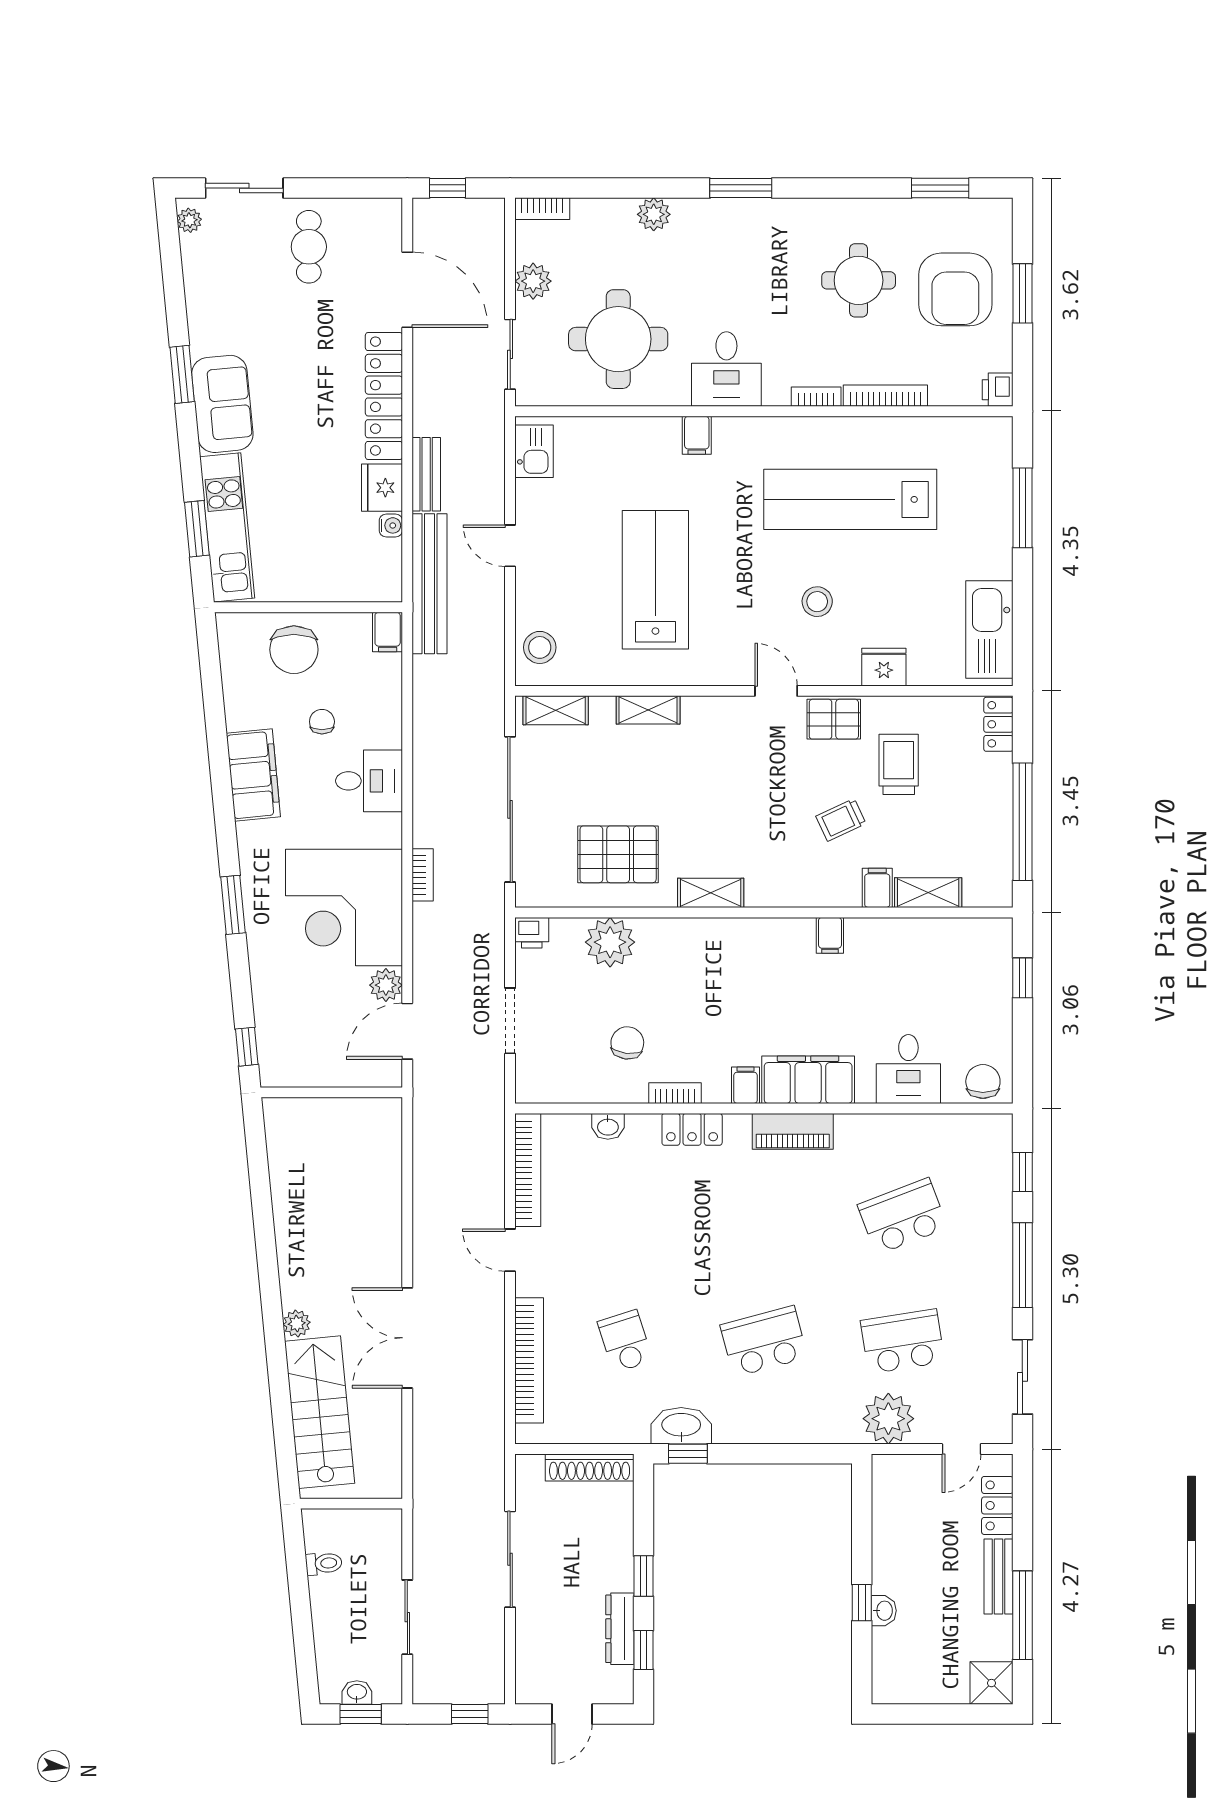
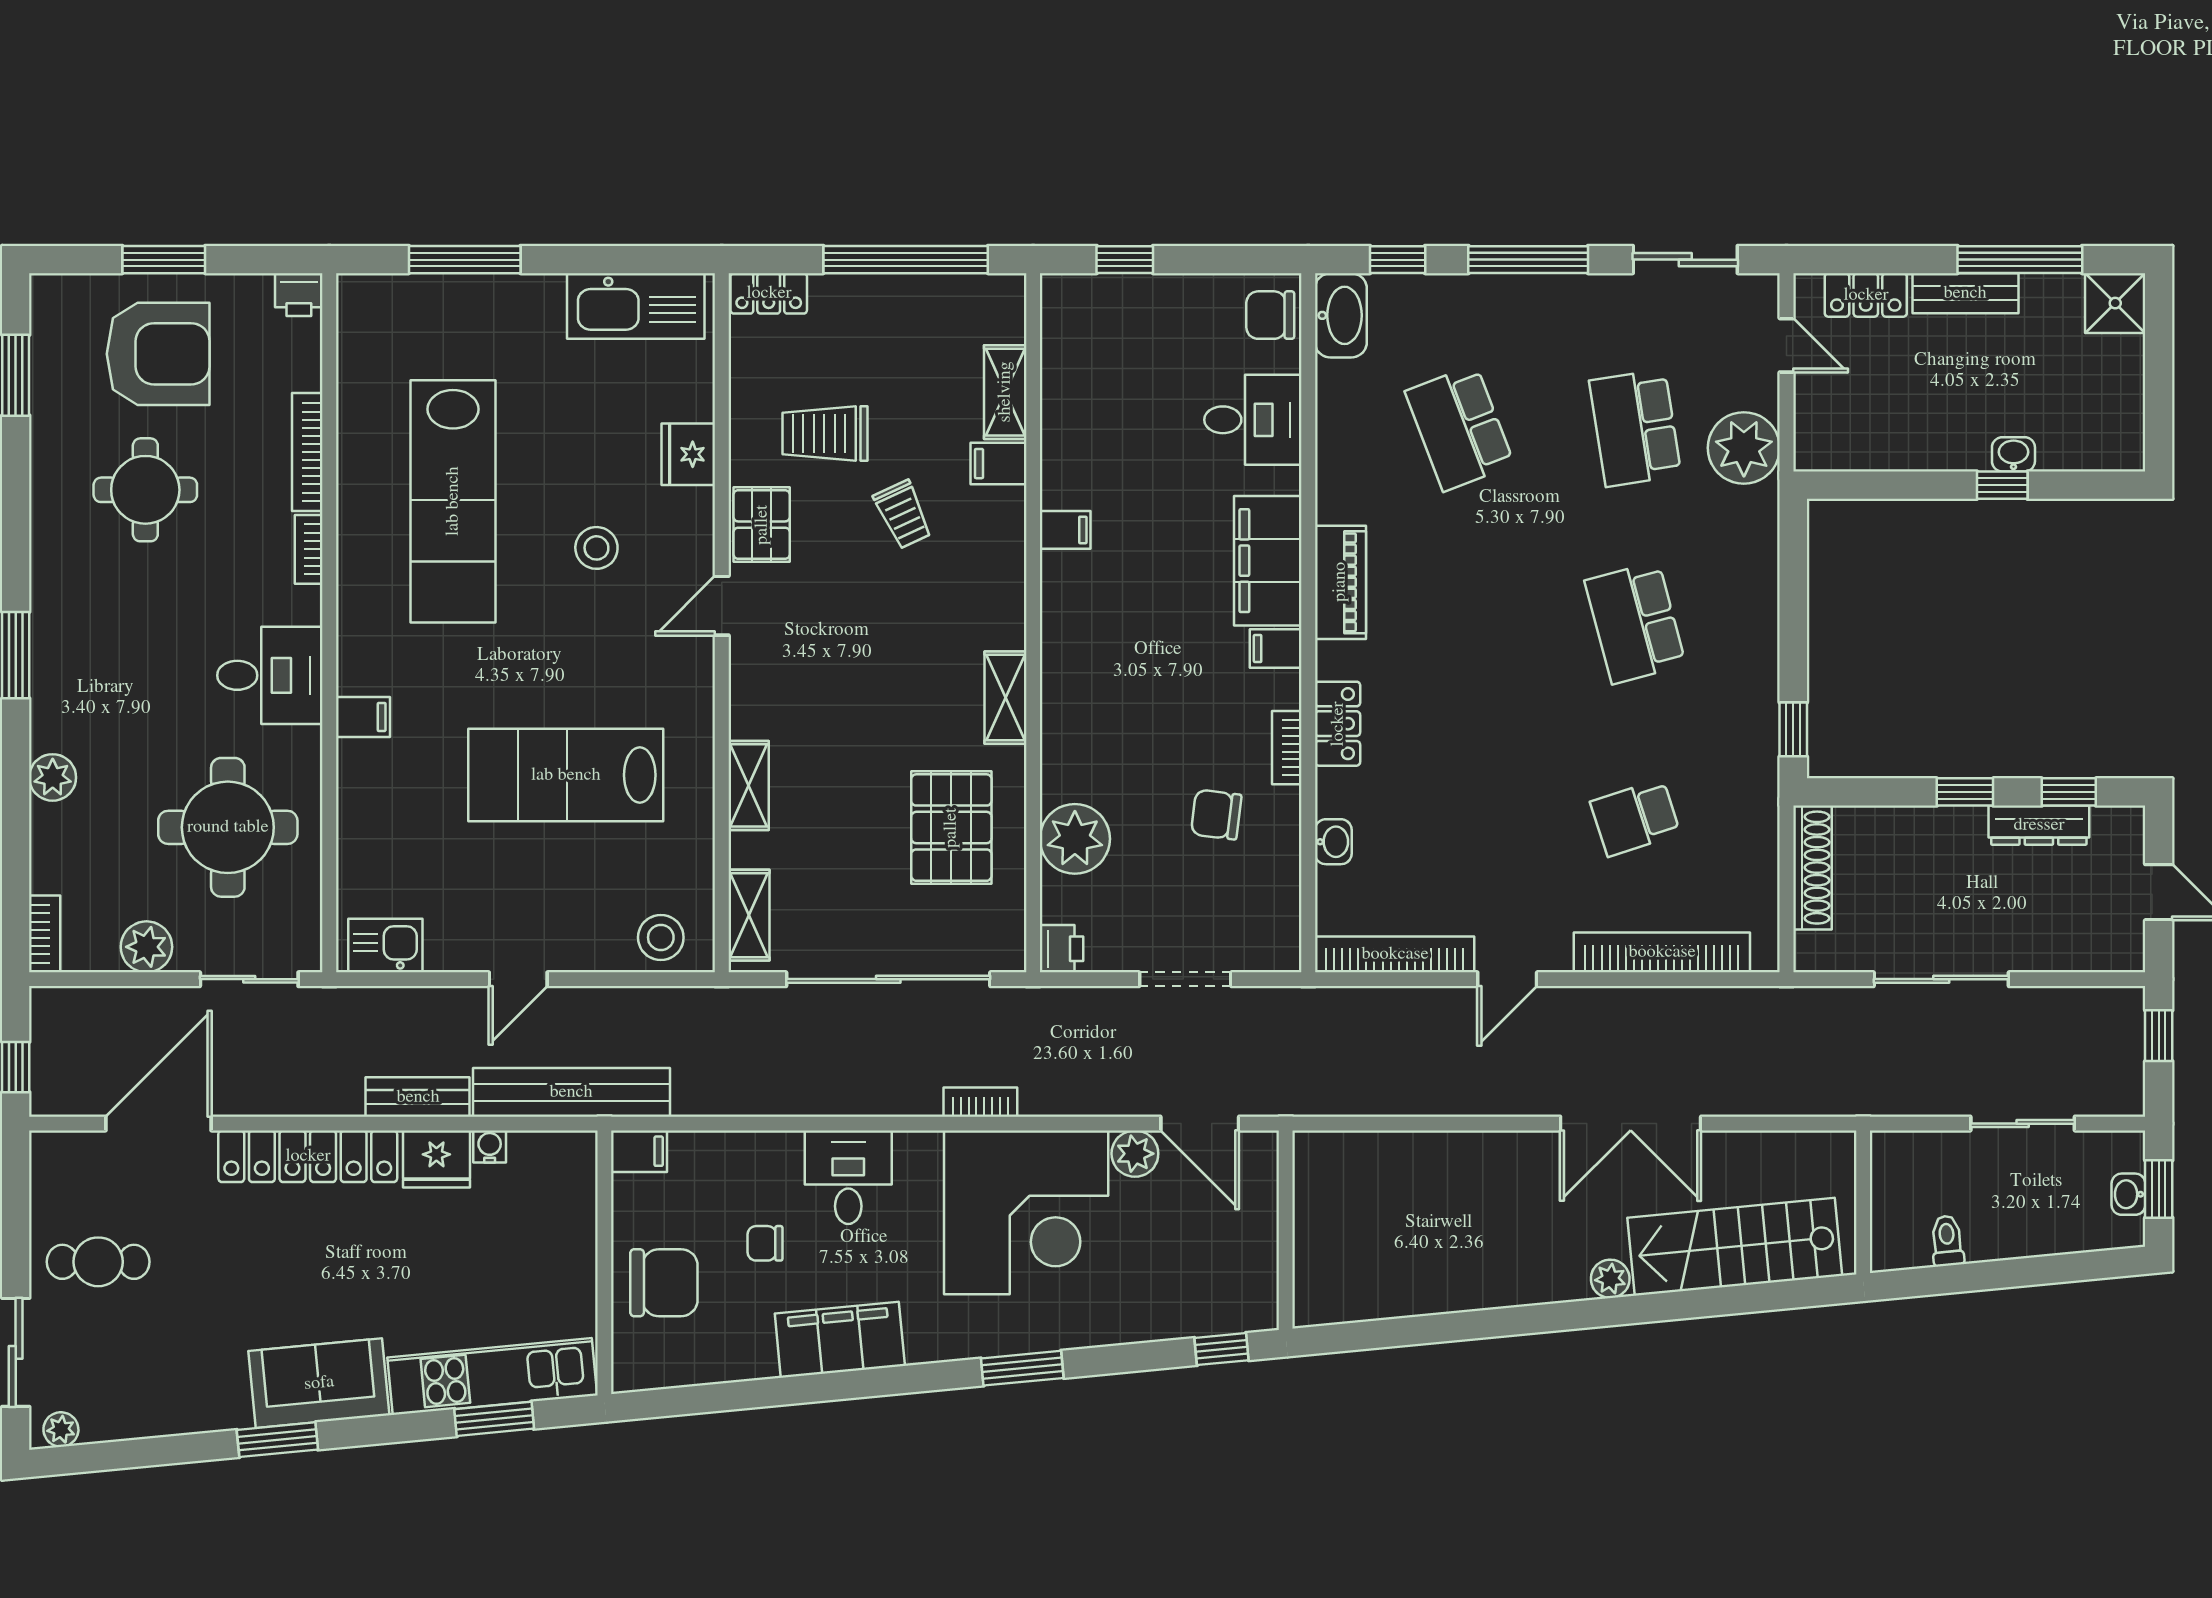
washbasin: (681, 1426) -> (1341, 315), moved, turned 180

